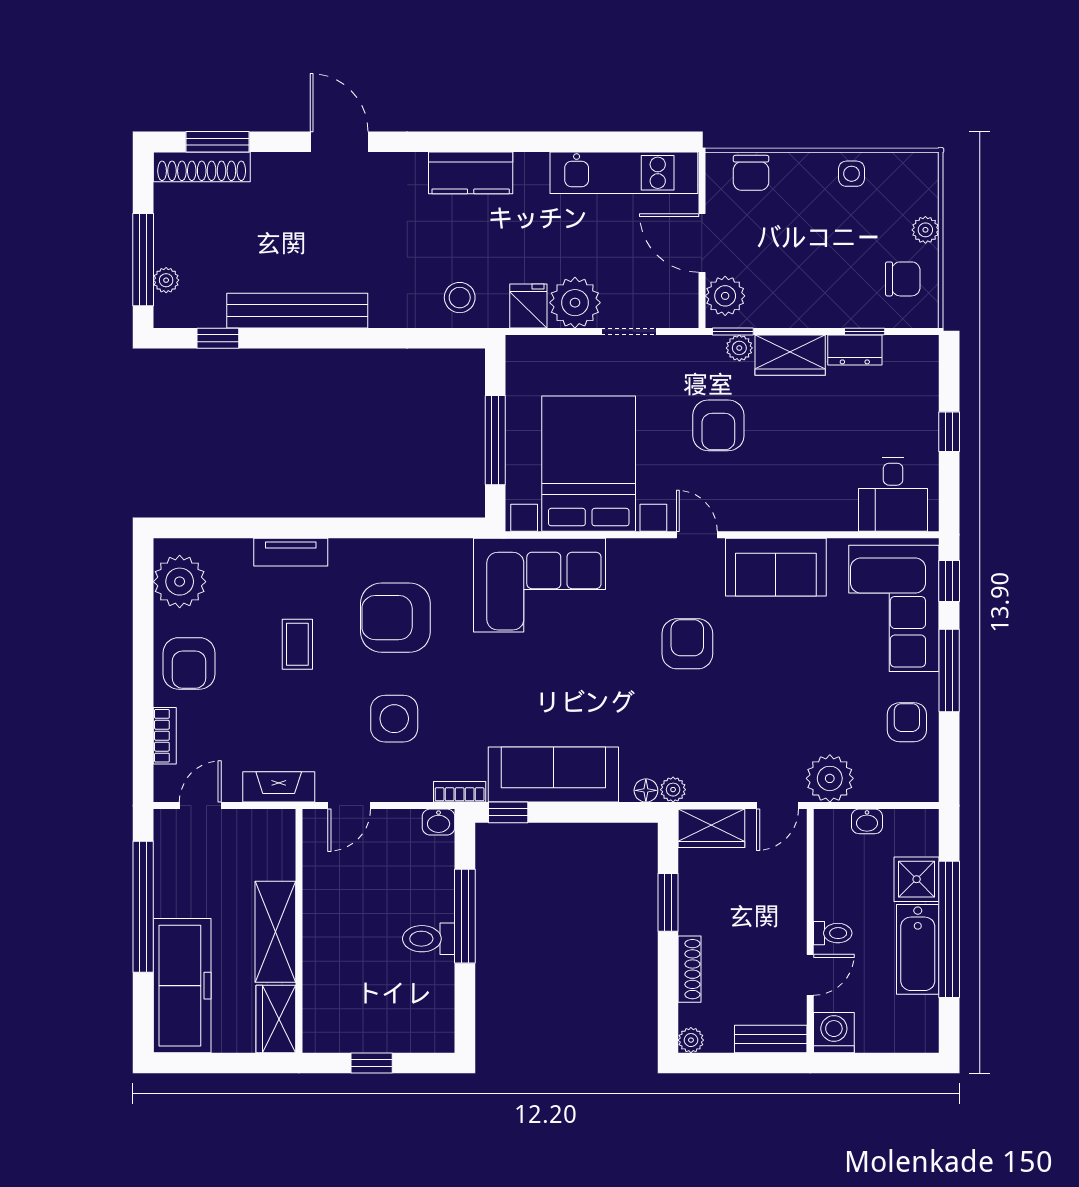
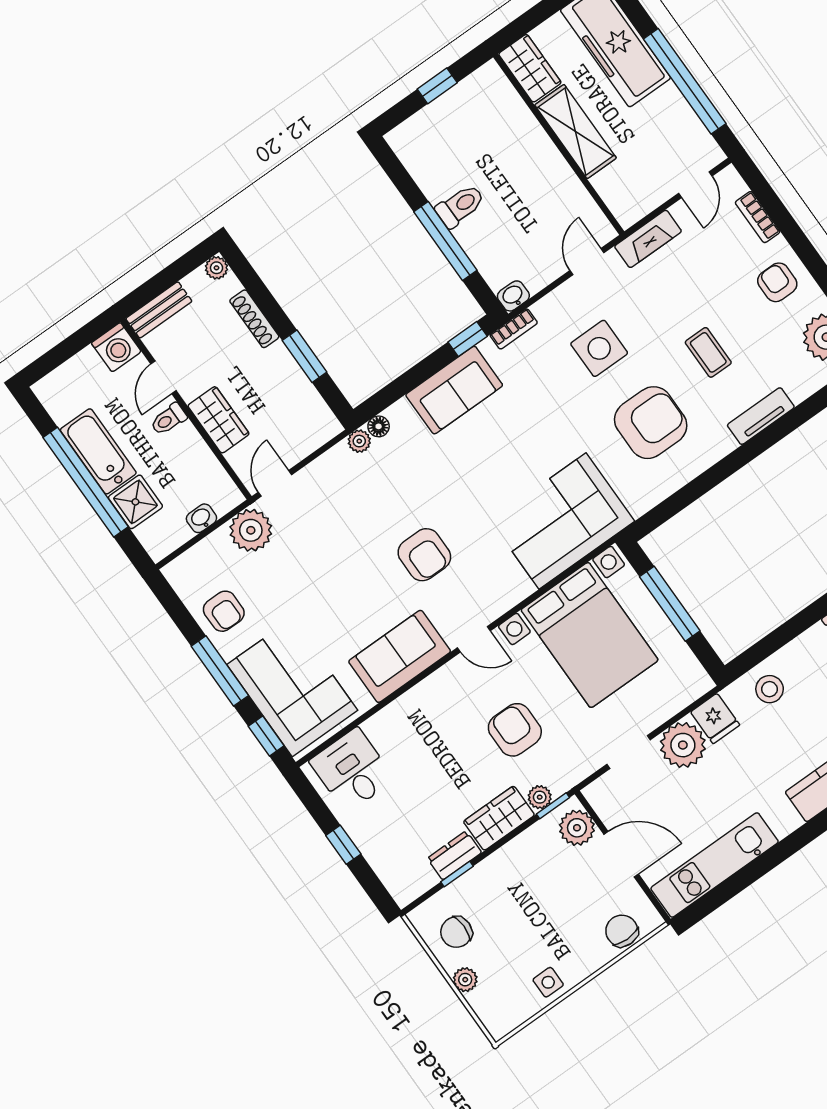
armchair: (189, 663) -> (777, 282), width x0.72, depth x0.72
sofa: (553, 775) -> (454, 390), width x0.73
wardrobe: (711, 828) -> (218, 420), moved, turned 90

